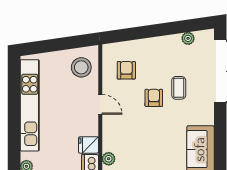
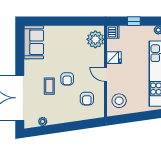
fridge: (88, 145) -> (114, 58), moved
plant: (109, 159) -> (95, 39), width x1.88, depth x1.88

